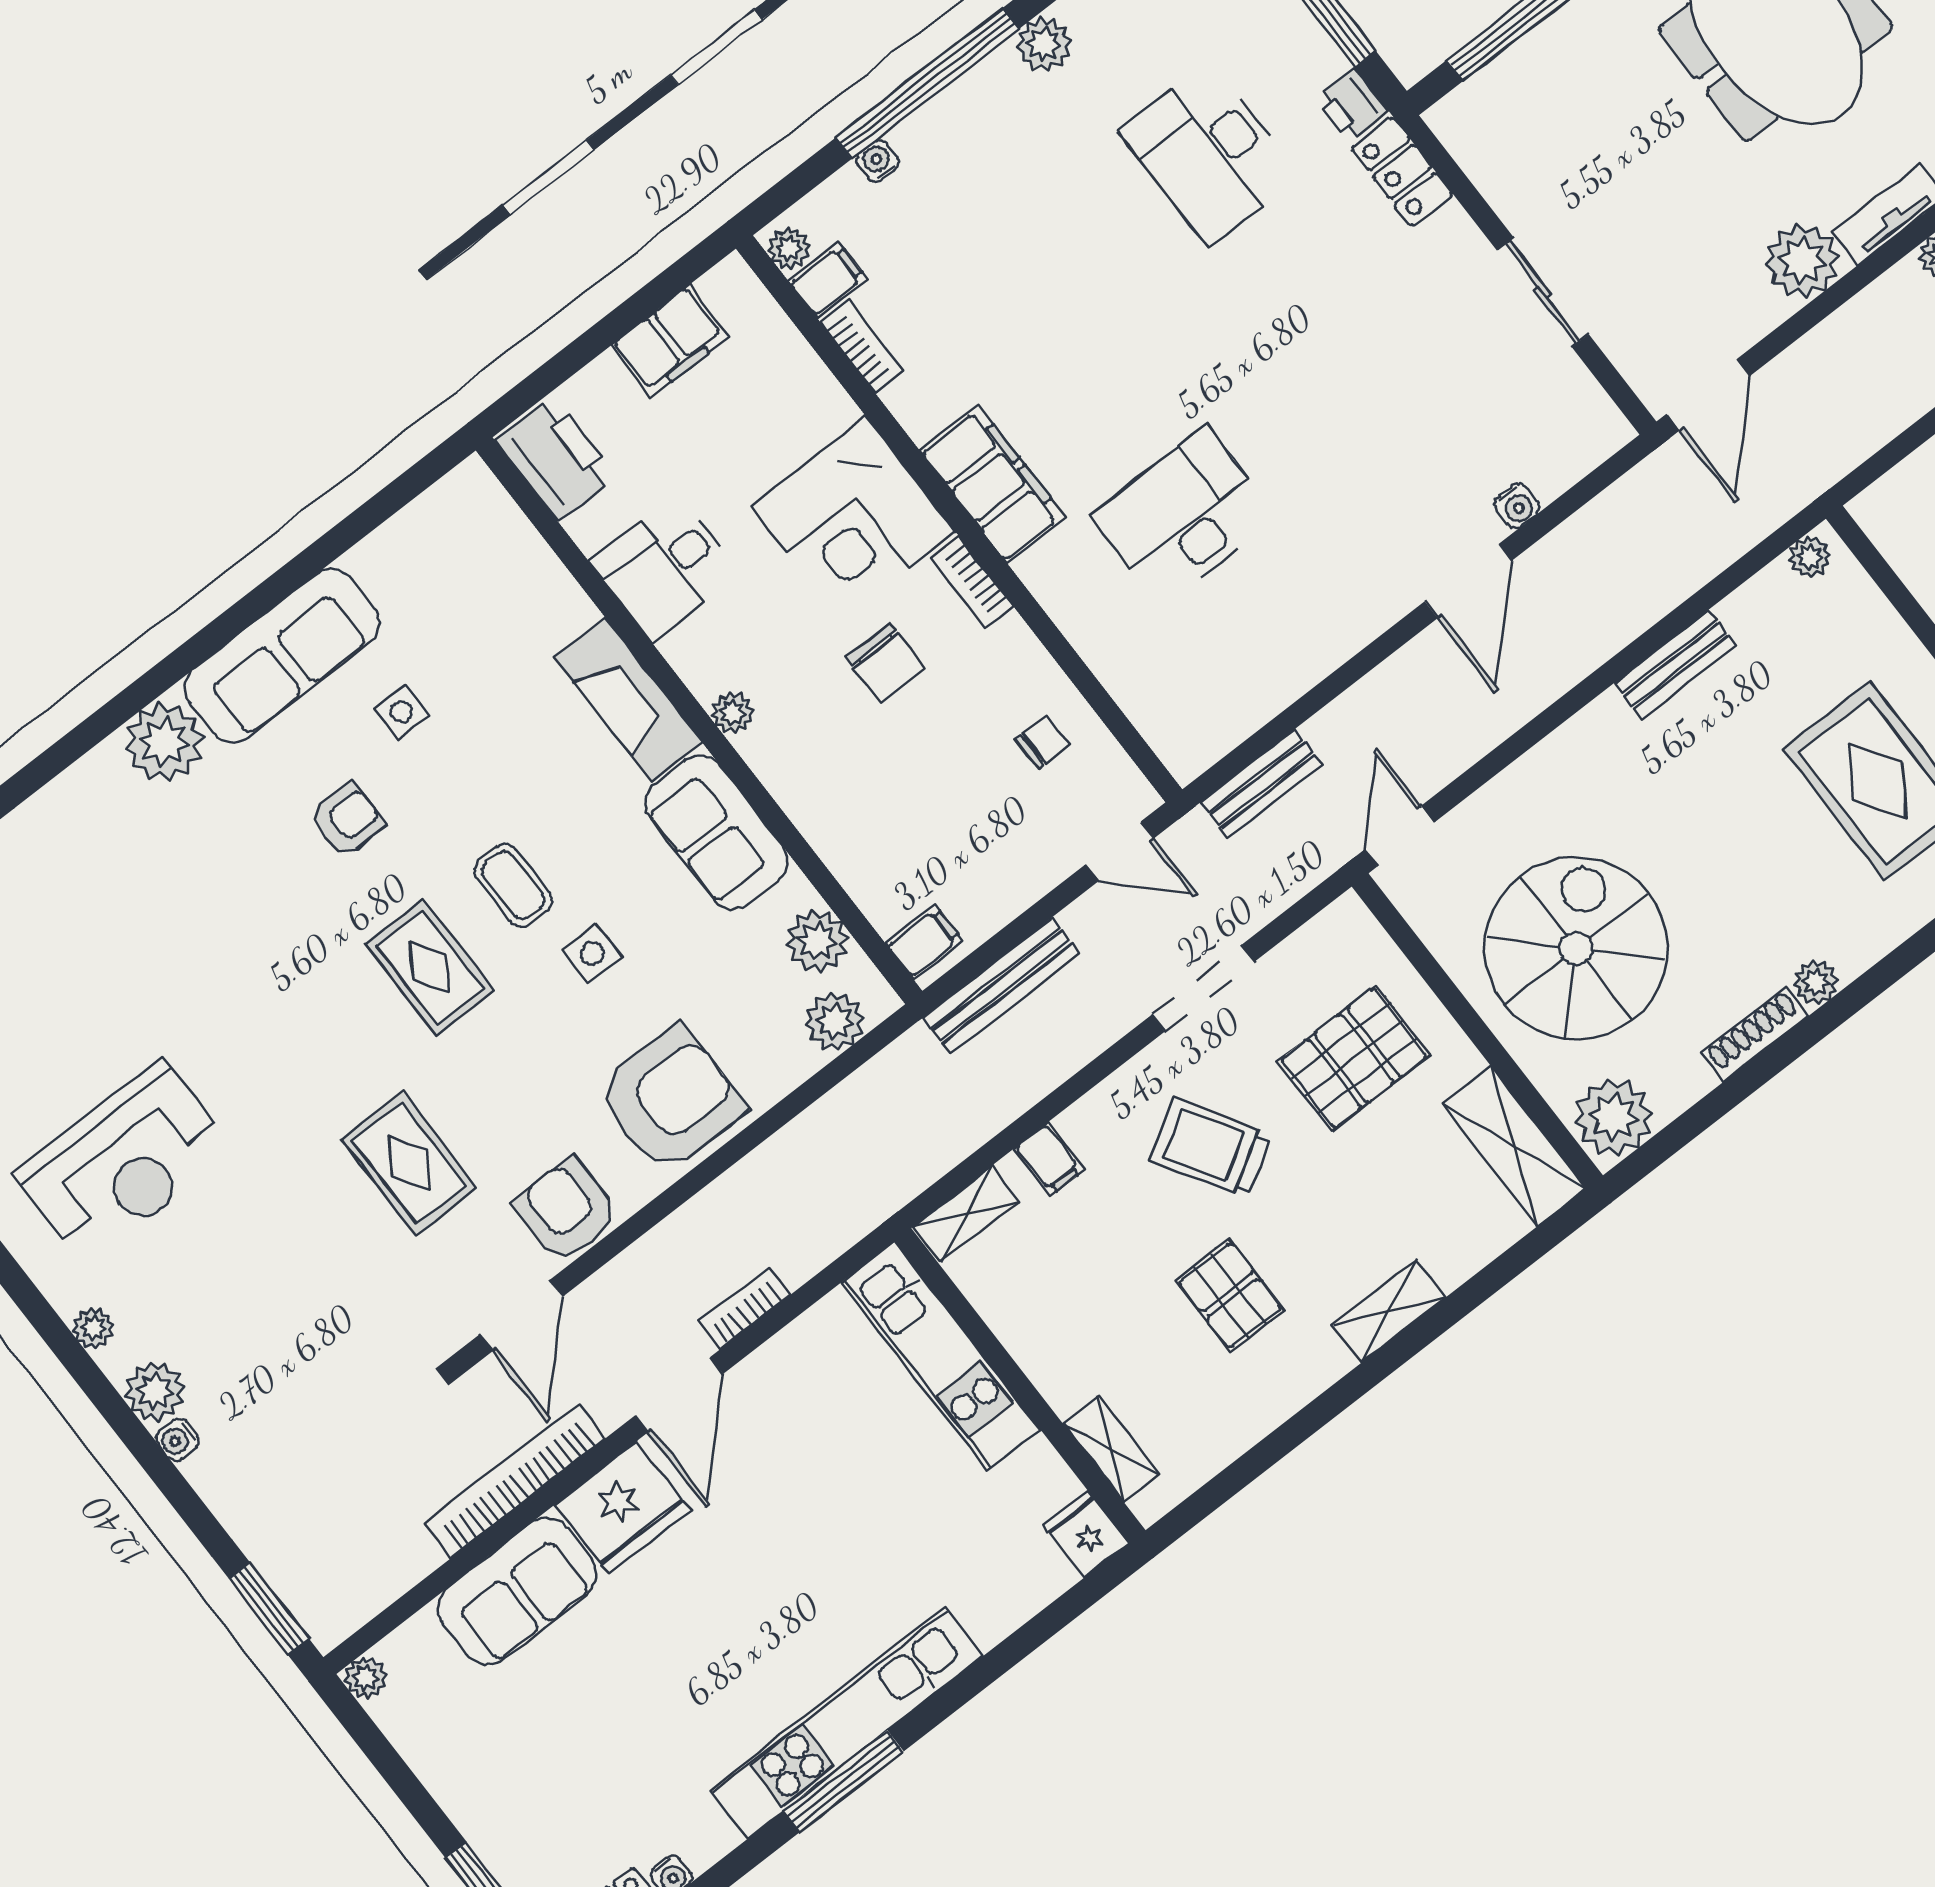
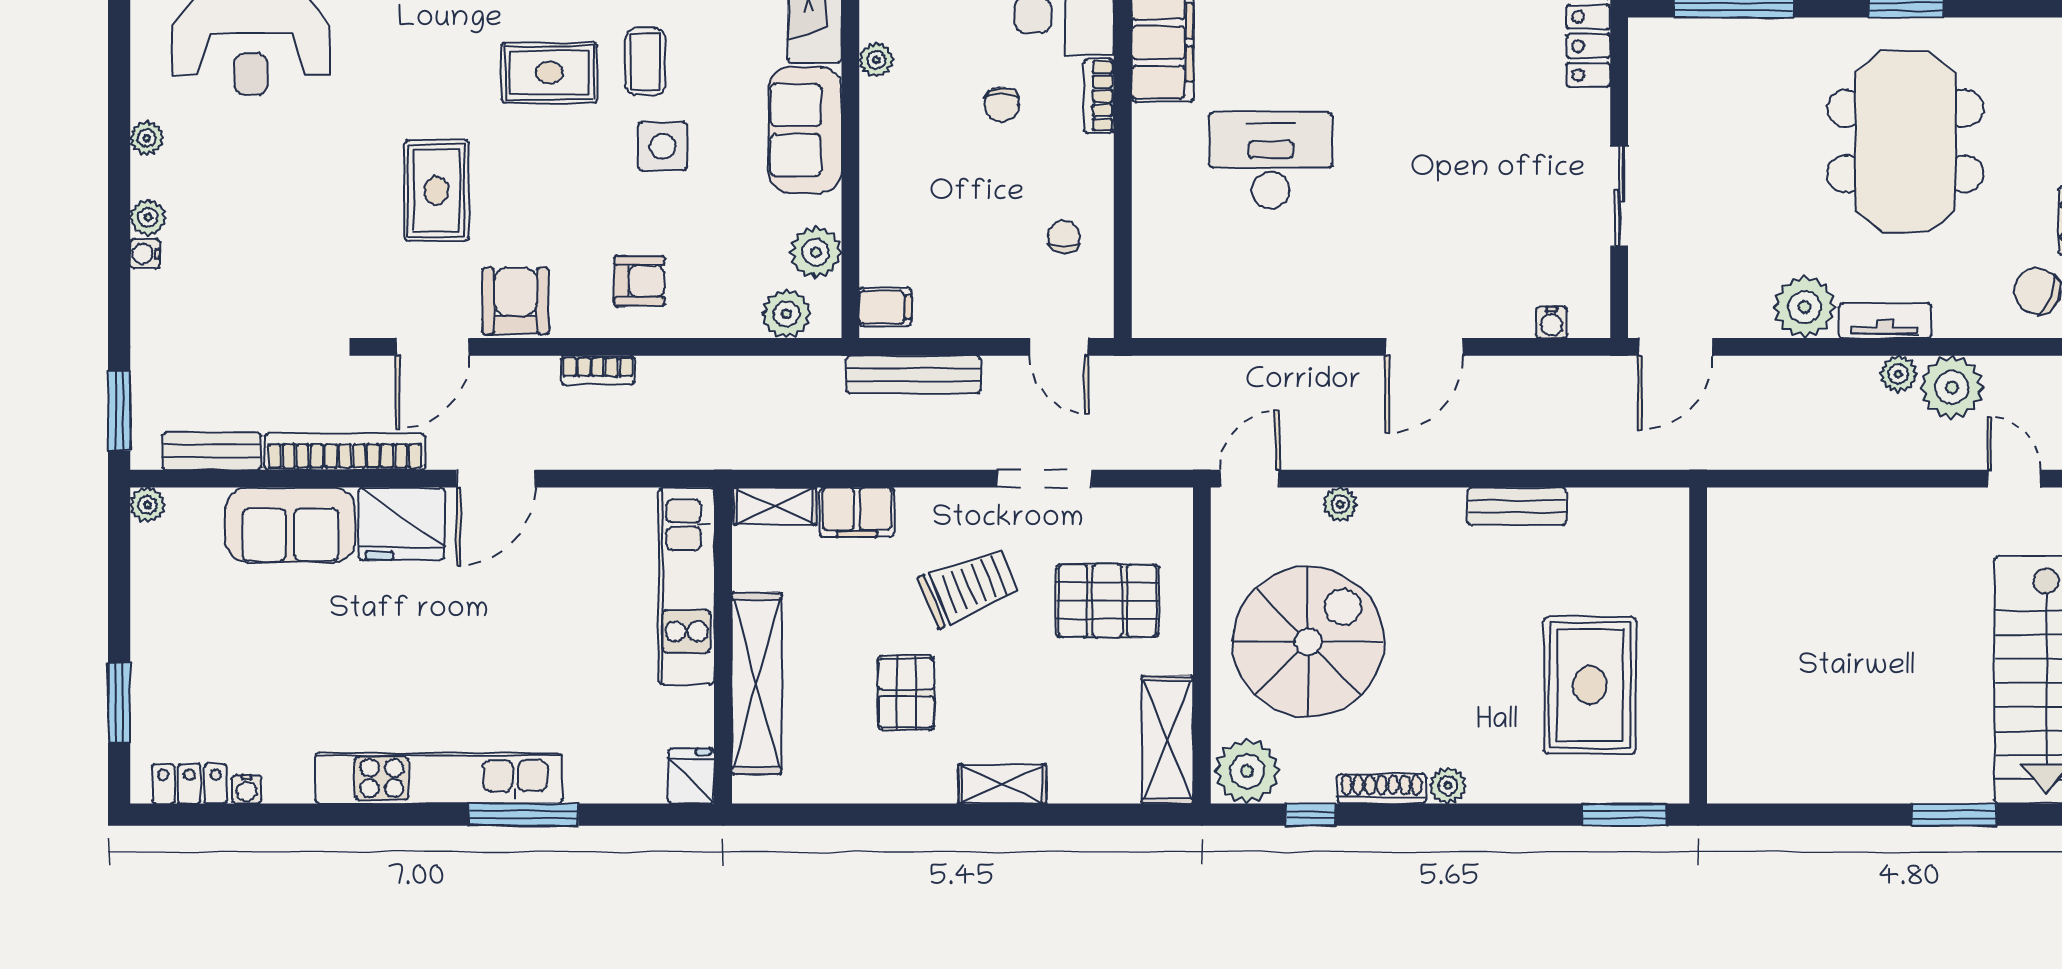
water cooler: (1517, 506) -> (1552, 322), moved
plant: (1810, 557) -> (1340, 504), moved
chair: (885, 662) -> (1002, 104), width x0.73, depth x0.73
chair: (1043, 742) -> (1064, 237), turned -90
bench: (1262, 784) -> (211, 451), moved
side table: (592, 953) -> (663, 146), width x1.37, depth x1.37
rug: (430, 967) -> (549, 73), turned 90
armchair: (670, 1099) -> (640, 281), width x0.53, depth x0.53
window: (1707, 1112) -> (1311, 815), added
trolley: (1211, 1148) -> (968, 587), turned 99
filing cabinet: (1049, 1159) -> (857, 512), width x2.00
bookcase: (744, 1308) -> (598, 370), moved, turned 180
plant: (155, 1391) -> (148, 217), width x0.73, depth x0.73
shelving: (1111, 1449) -> (757, 683), width x2.20, depth x1.33
window: (843, 1781) -> (524, 815), moved

